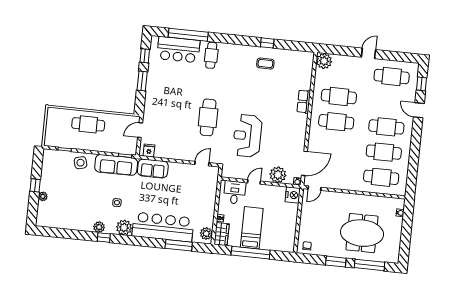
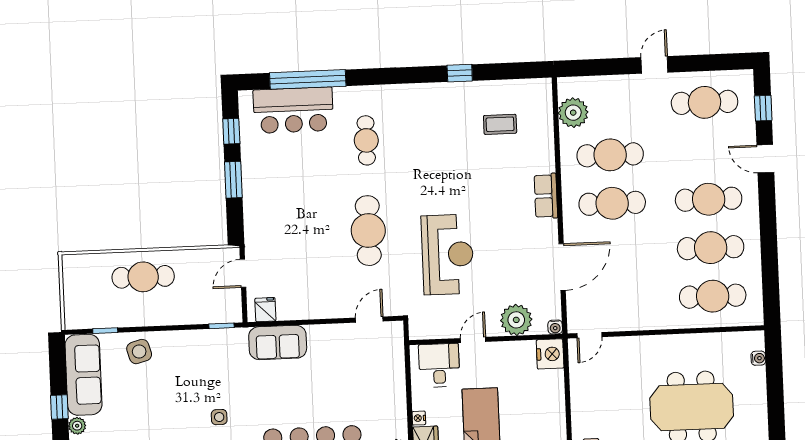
cafe table: (211, 55) -> (366, 140), moved
plant: (324, 61) -> (573, 113), moved
coffee table: (265, 64) -> (500, 124), moved
row of seats: (304, 102) -> (546, 196), moved
reception desk: (247, 136) -> (448, 254), turned 180
door: (304, 163) -> (562, 267), moved
sofa: (116, 165) -> (83, 375), moved, turned -90

